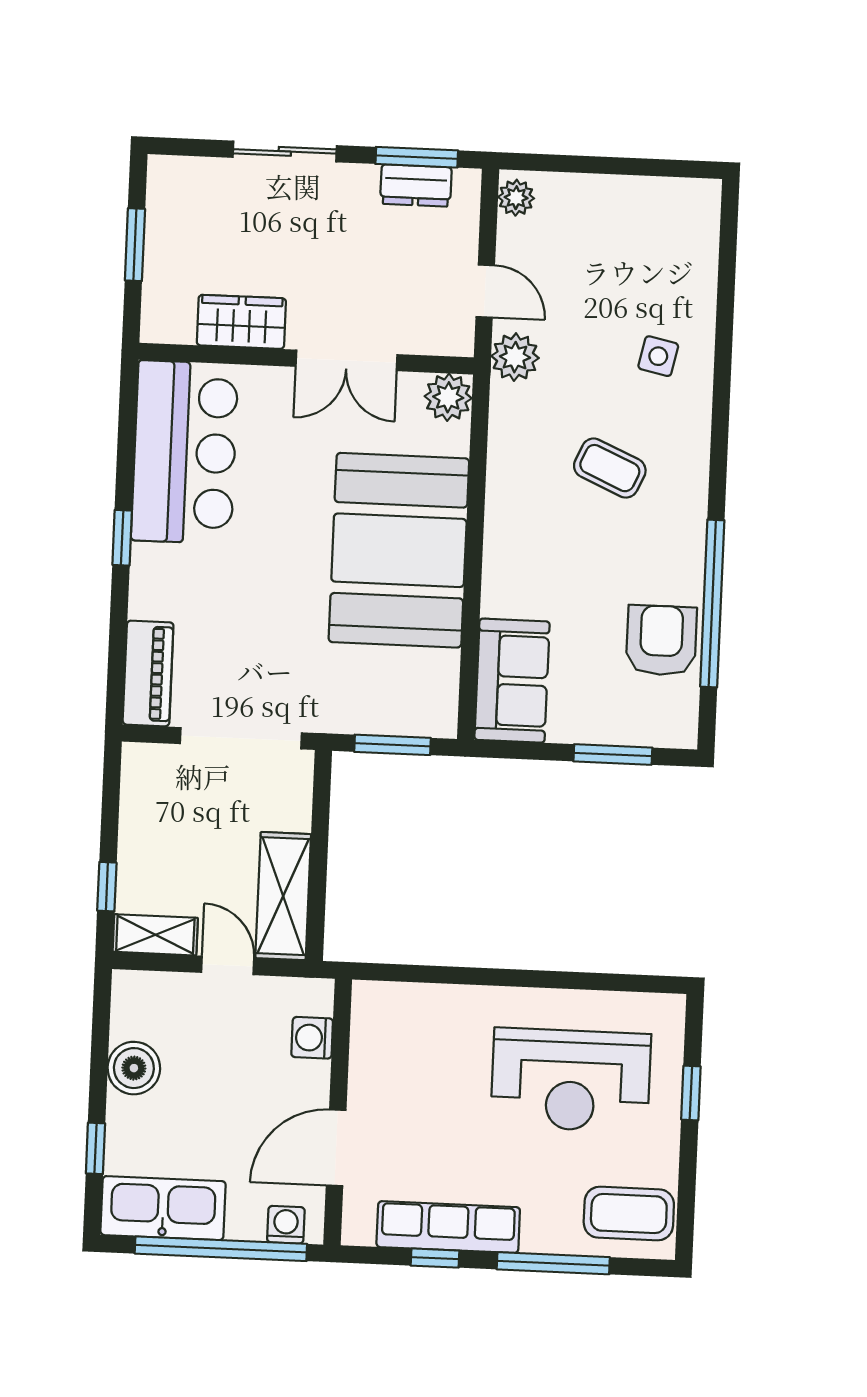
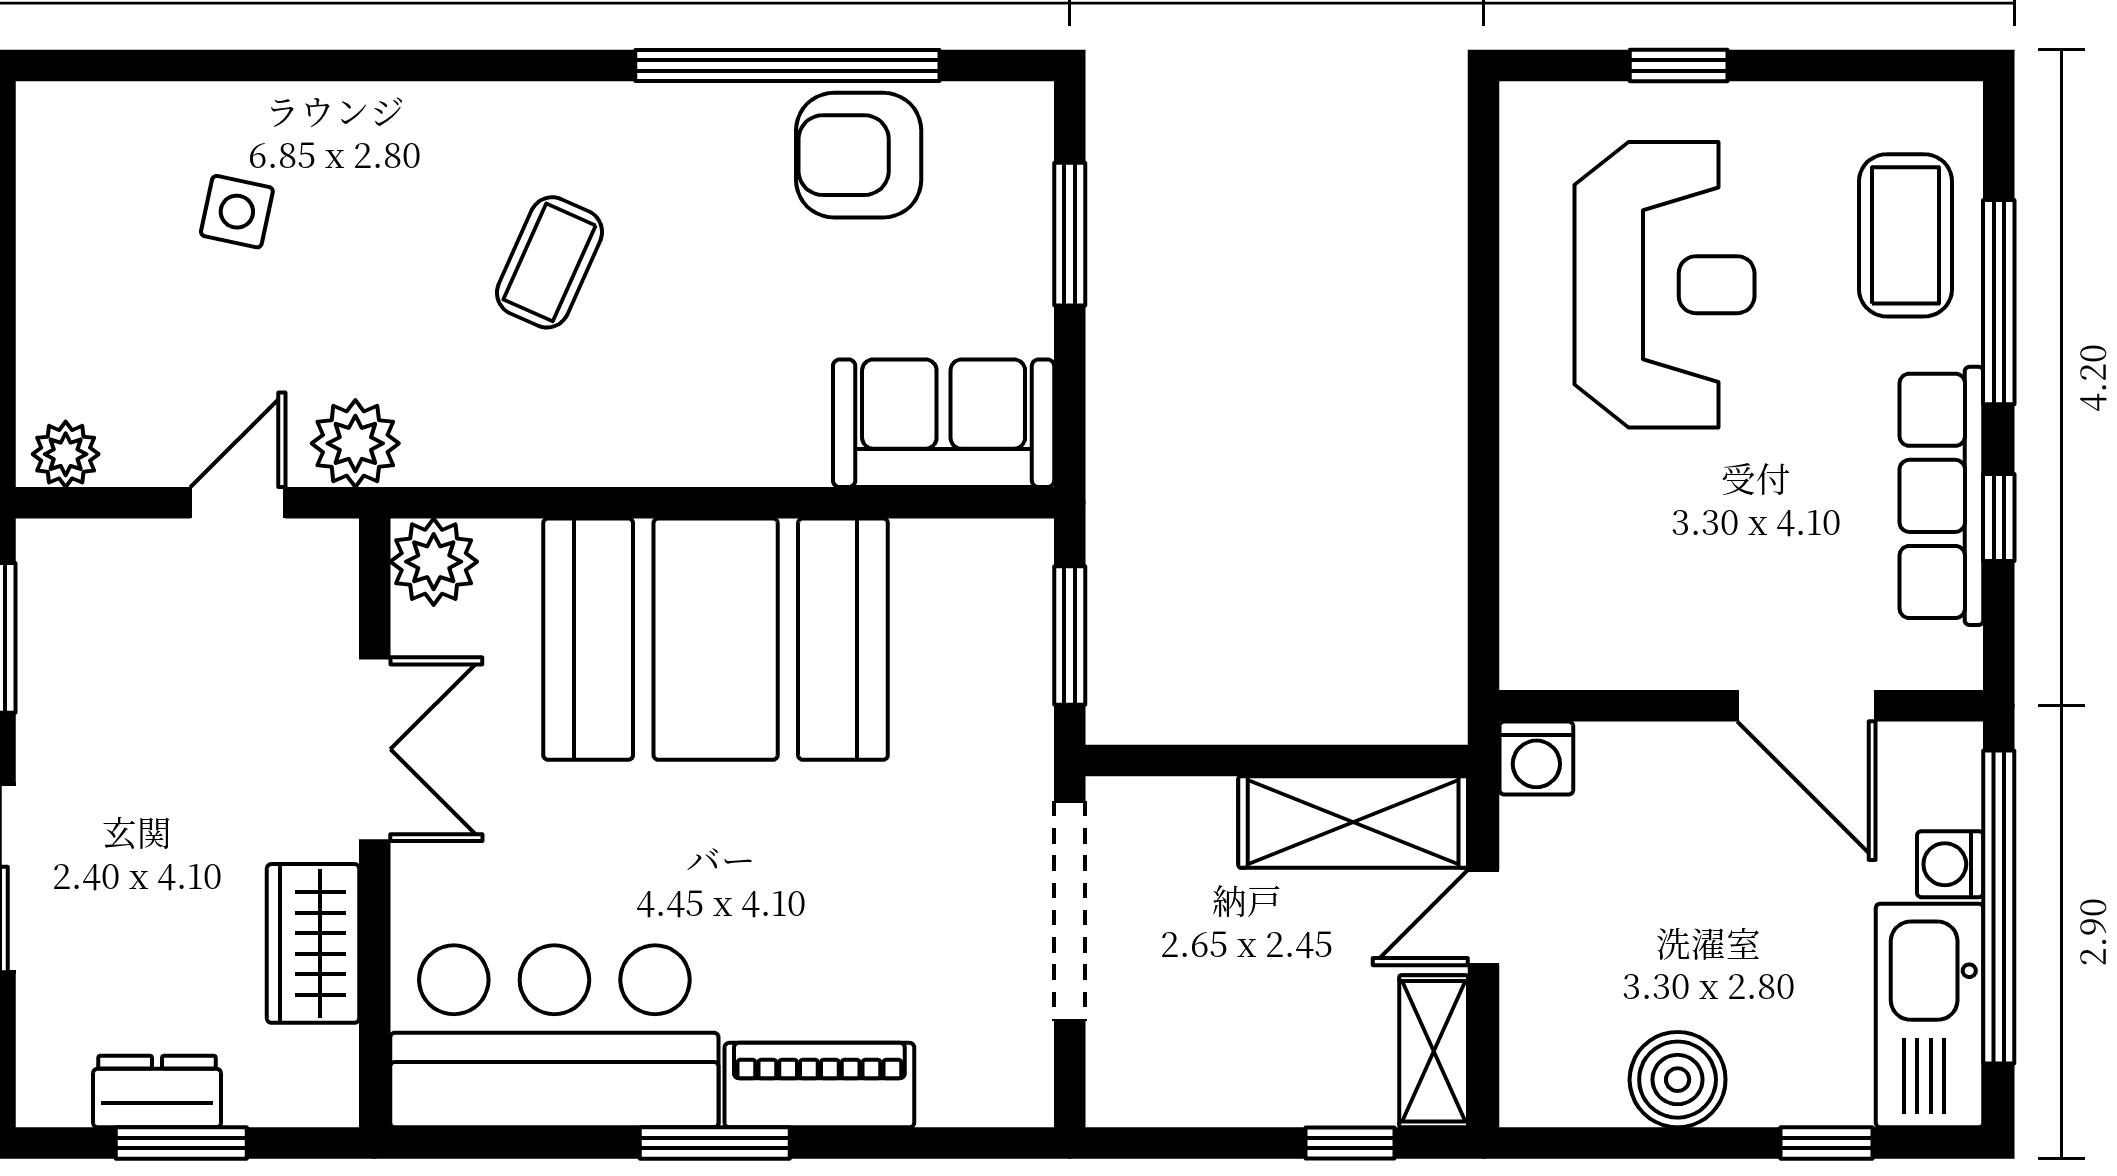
dresser: (416, 185) -> (157, 1092), moved, turned -90
side table: (658, 356) -> (237, 212), moved
window: (122, 538) -> (715, 1143), width x1.50
piano: (148, 673) -> (819, 1085), moved
washing machine: (312, 1038) -> (1536, 758), moved
coffee table: (629, 1213) -> (1906, 235), moved
washing machine: (286, 1225) -> (1950, 864), moved

